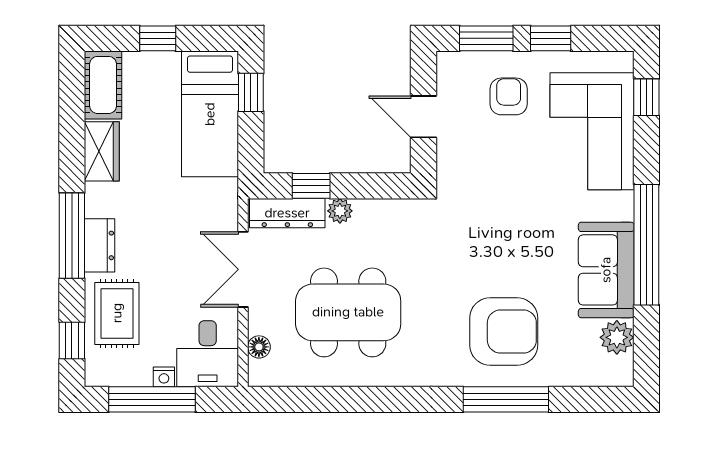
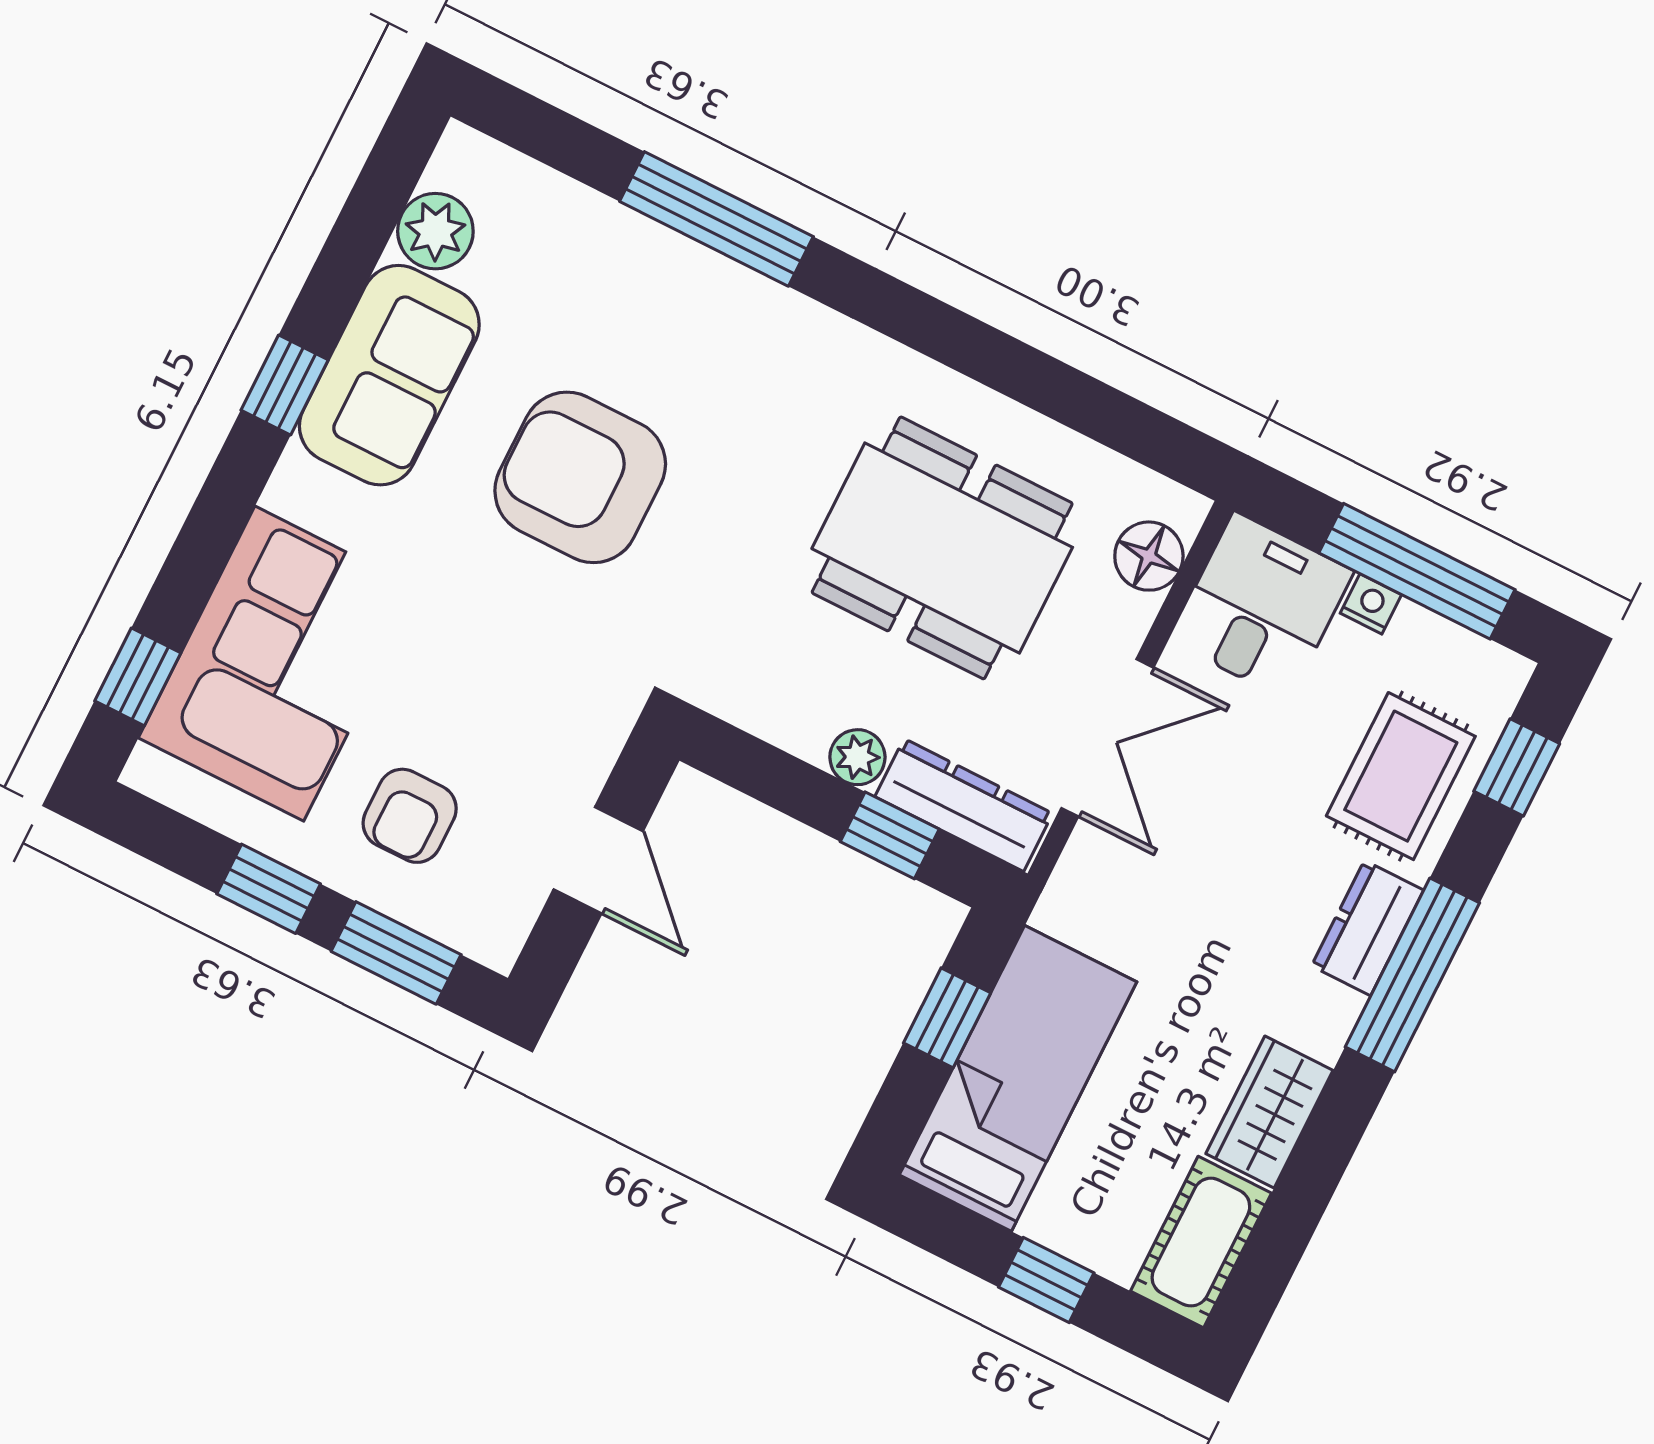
window: (251, 92) -> (947, 1018), moved
window: (646, 245) -> (285, 385), width x0.32
armchair: (504, 332) -> (580, 477), moved
floor lamp: (259, 347) -> (1149, 556), width x1.37, depth x1.37

